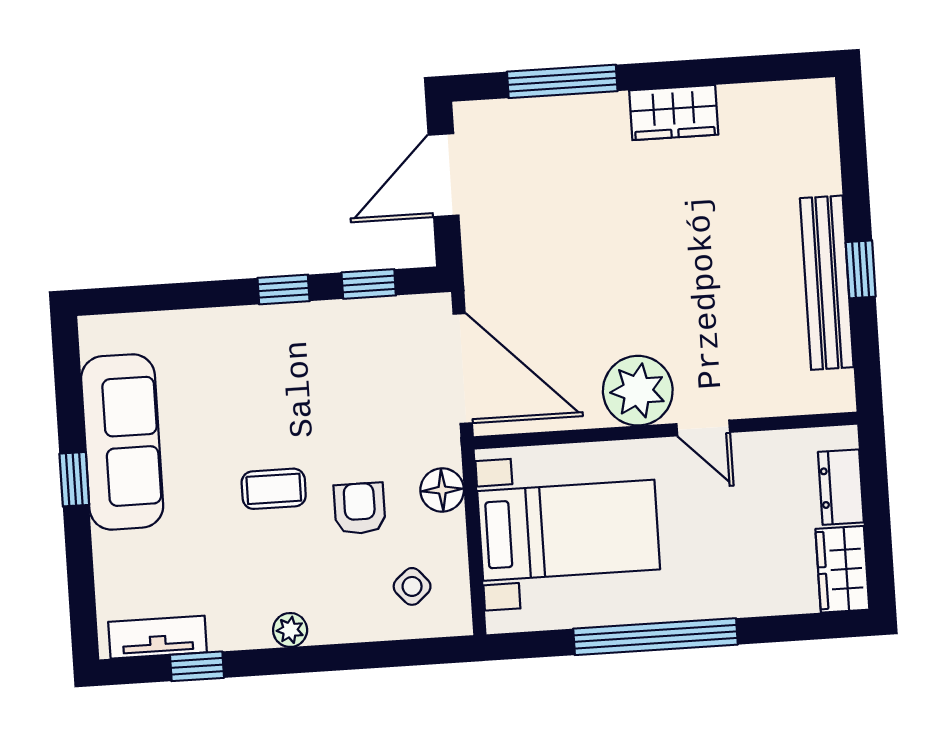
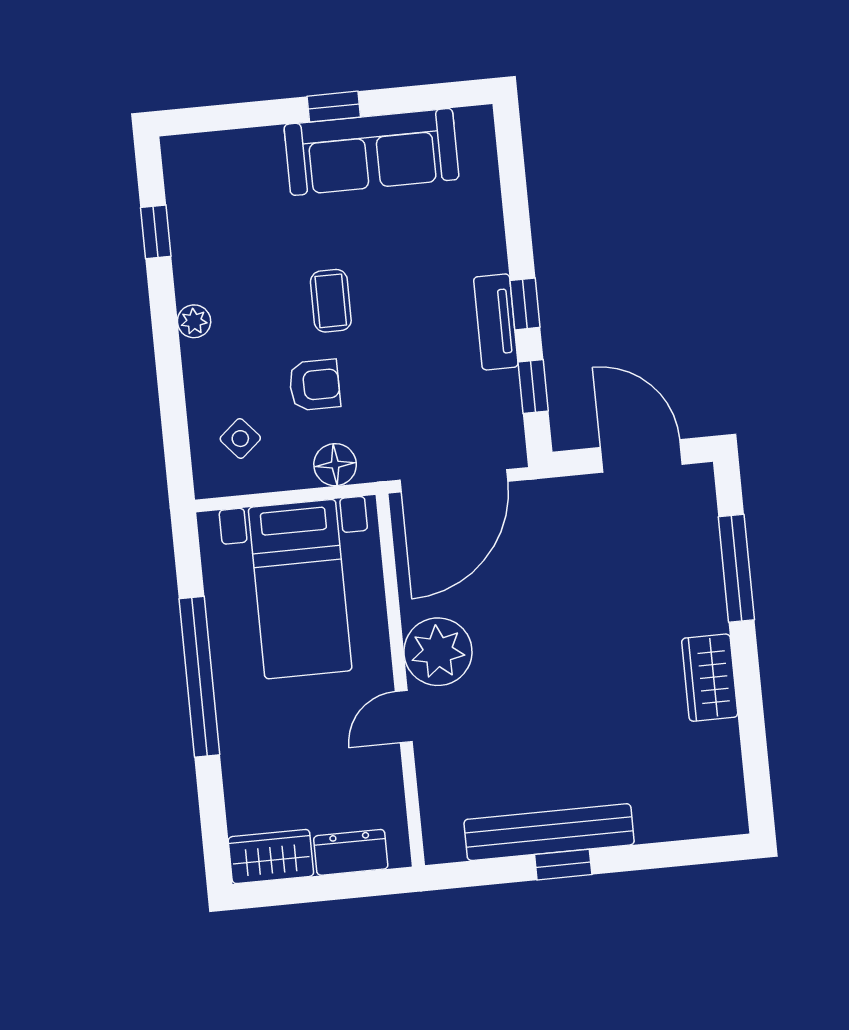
tv unit: (158, 637) -> (496, 322), moved, turned 180

